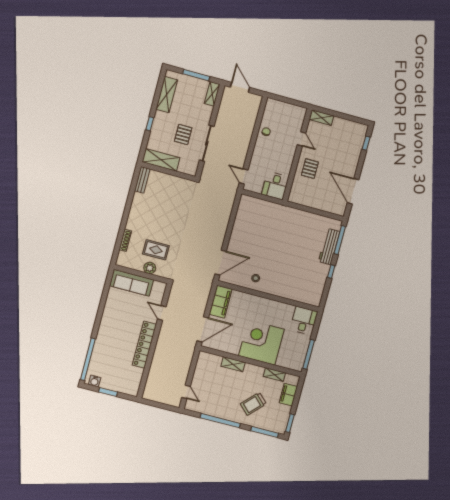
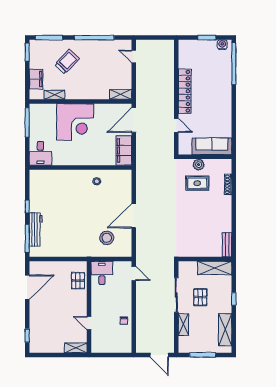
shelving: (212, 94) -> (183, 325), moved
pallet: (310, 169) -> (78, 281), moved
door: (353, 191) -> (27, 287), hinge flipped
stool: (261, 219) -> (107, 238), added
door: (221, 263) -> (134, 216), moved
shelving: (233, 364) -> (121, 94), moved

